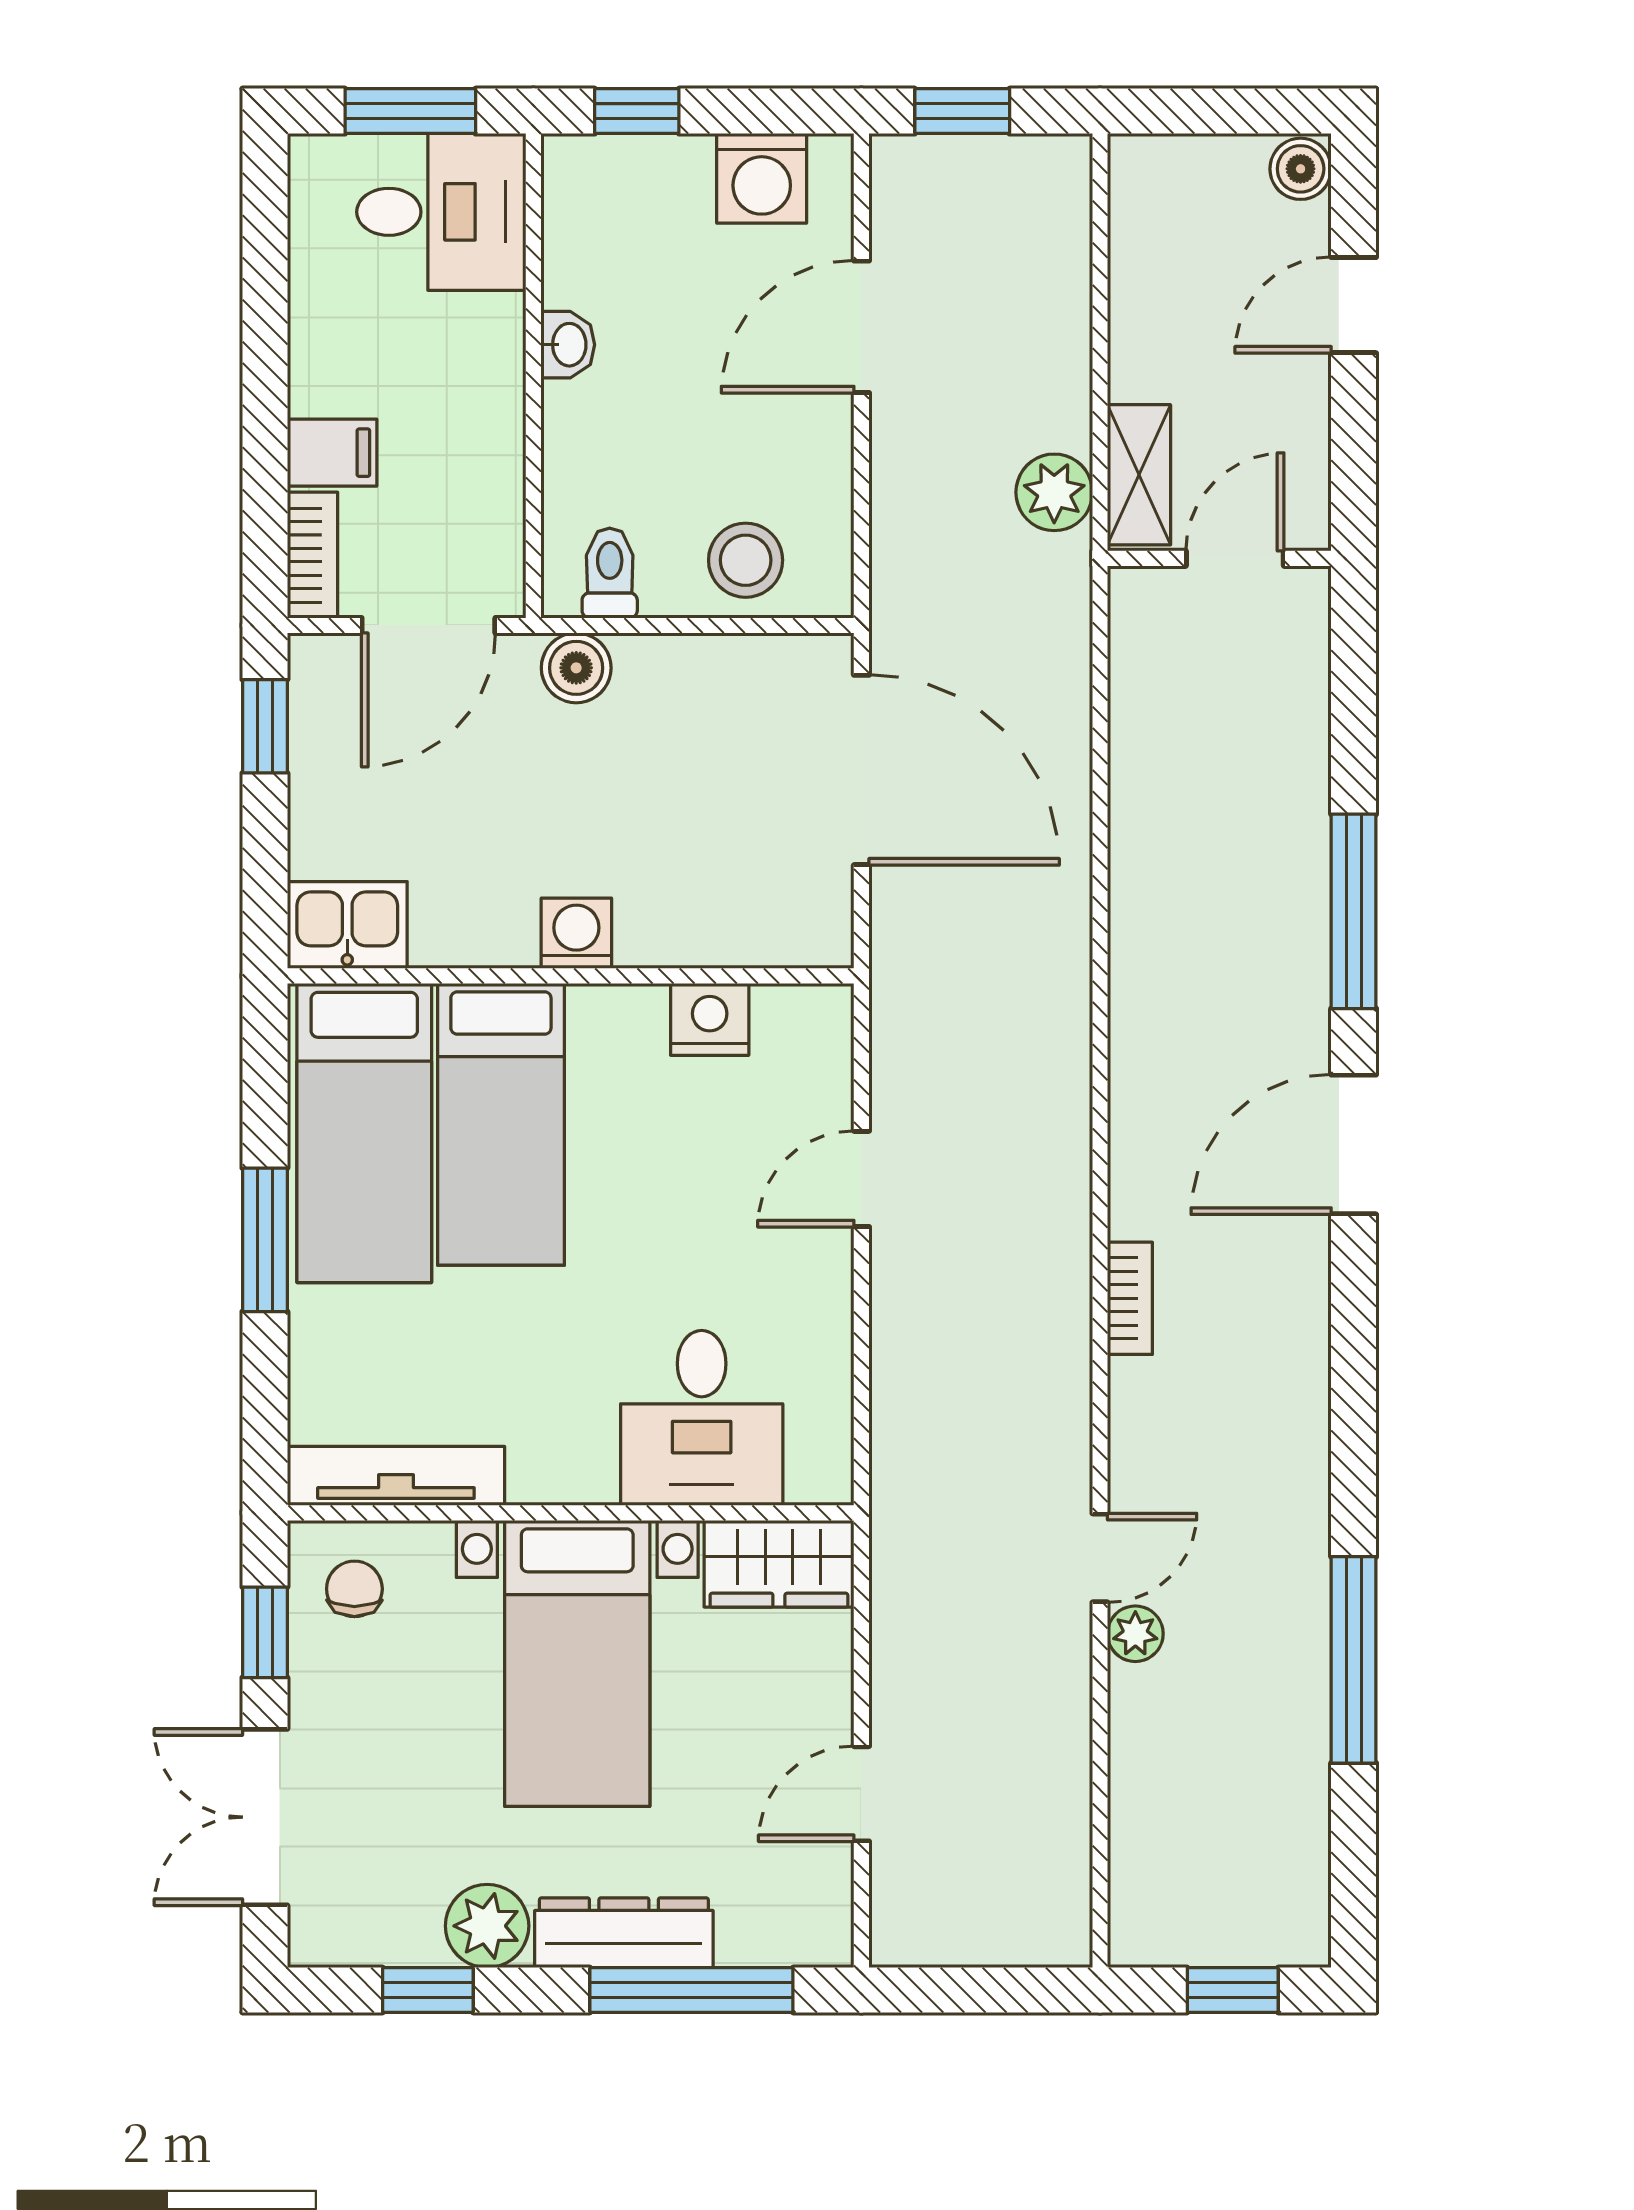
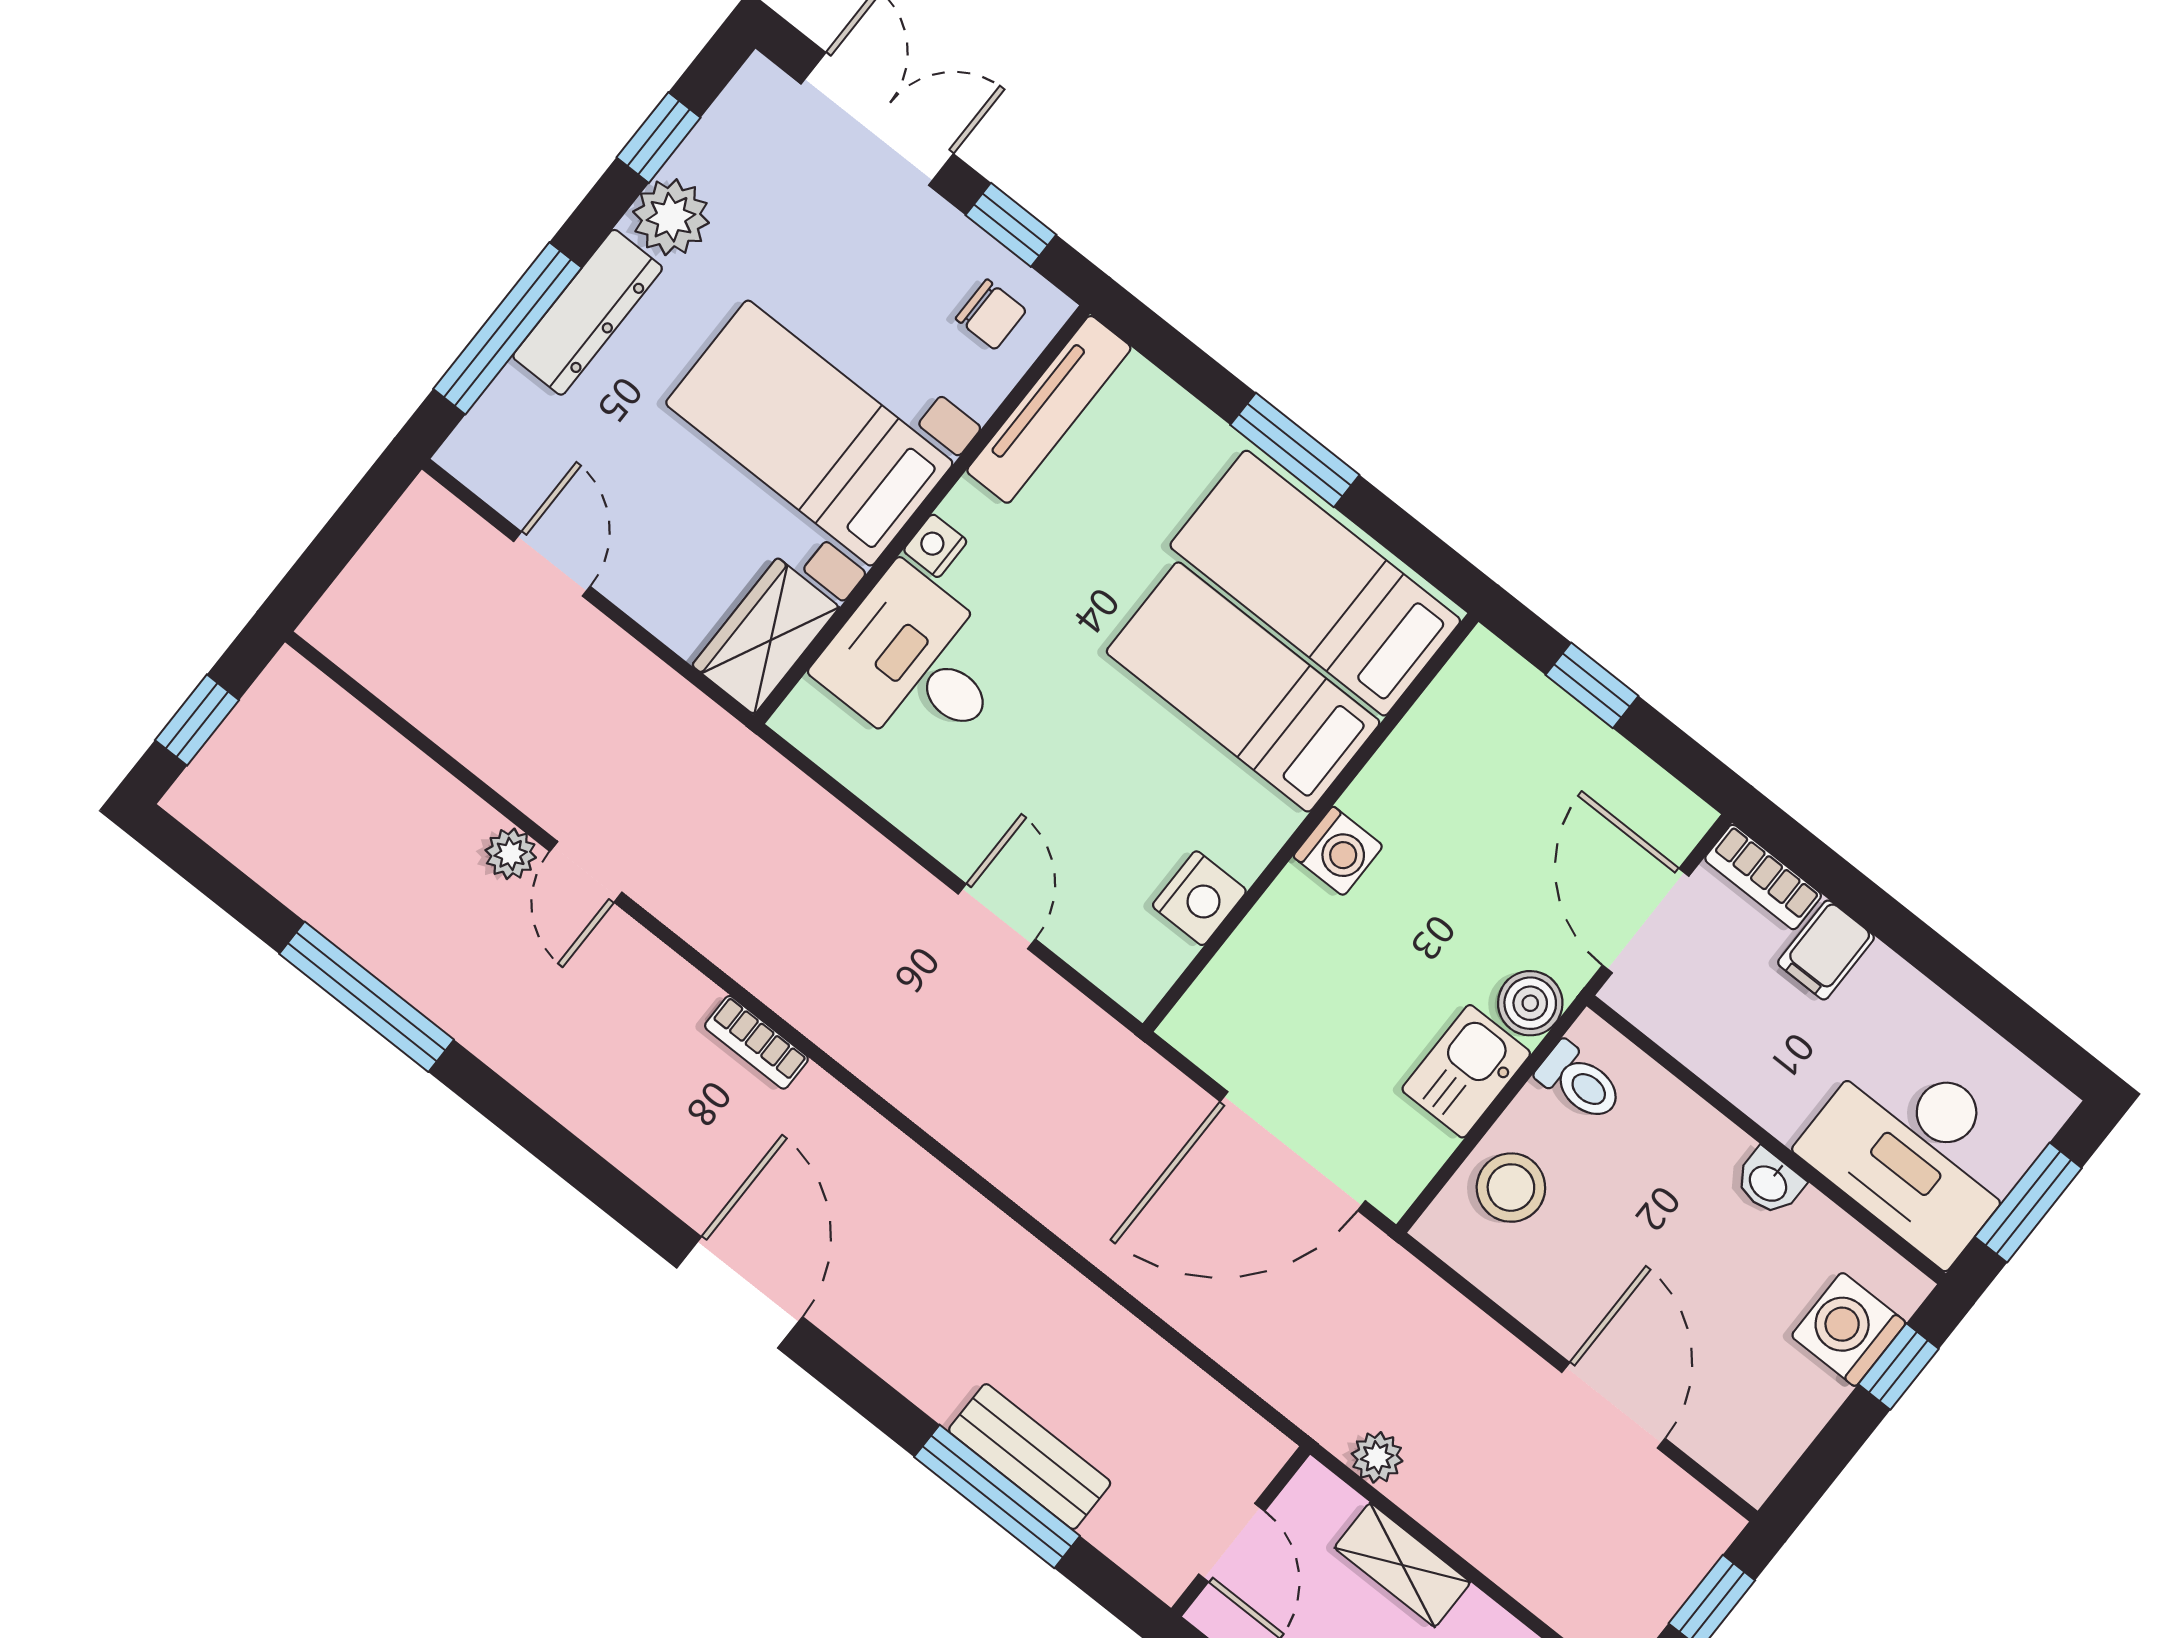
washing machine: (762, 178) -> (1849, 1329), moved
desk: (441, 212) -> (1916, 1150), width x1.37
shelving: (1139, 475) -> (1402, 1565), moved
plant: (1054, 492) -> (1377, 1457), width x0.73, depth x0.73
window: (265, 726) -> (1592, 685), moved
bench: (1298, 788) -> (1030, 1457), added
window: (1354, 911) -> (997, 1496), moved
kitchen sink: (347, 925) -> (1466, 1071), moved, turned 180
nightstand: (588, 1481) -> (935, 546), added

